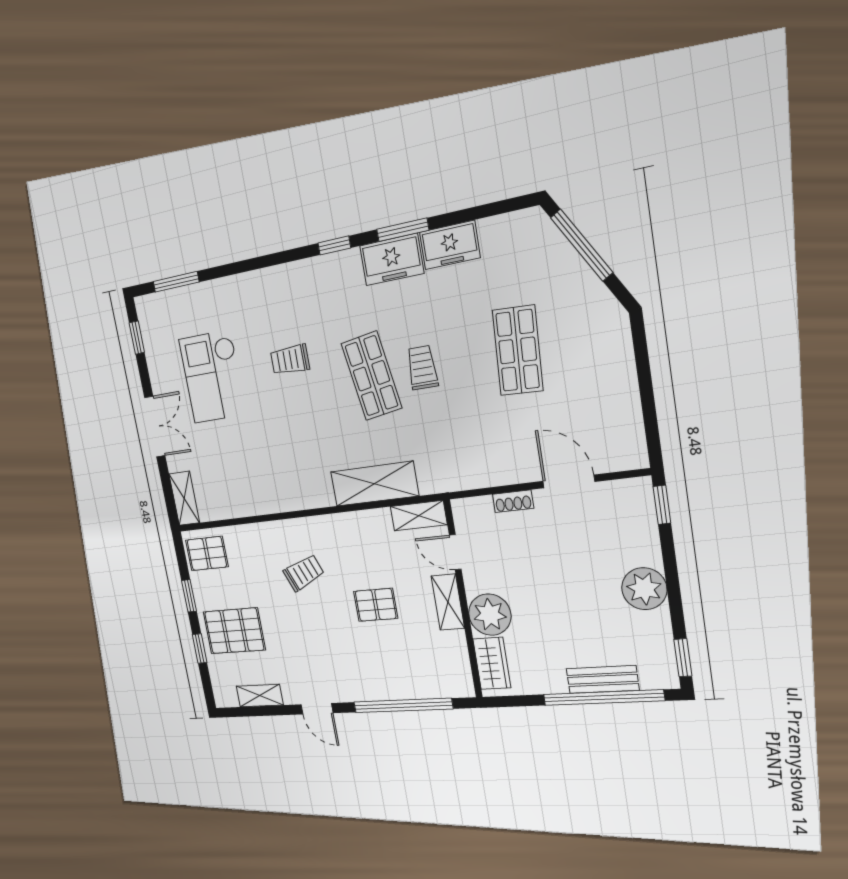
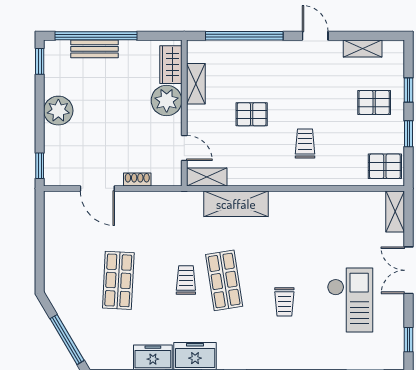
trolley: (290, 360) -> (284, 302), turned 90
trolley: (422, 368) -> (186, 280), turned 180
trolley: (304, 573) -> (305, 144), turned 113
shelving: (448, 602) -> (196, 84), moved
pallet: (234, 631) -> (374, 102), width x0.67, depth x0.71

